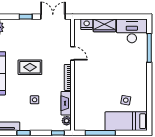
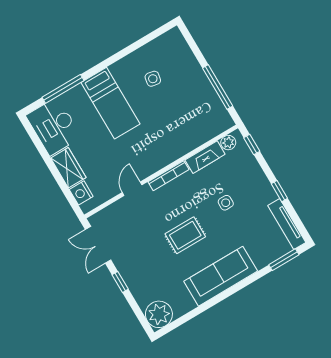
rug: (30, 67) -> (185, 235), turned 90
bed: (126, 121) -> (111, 103), moved

